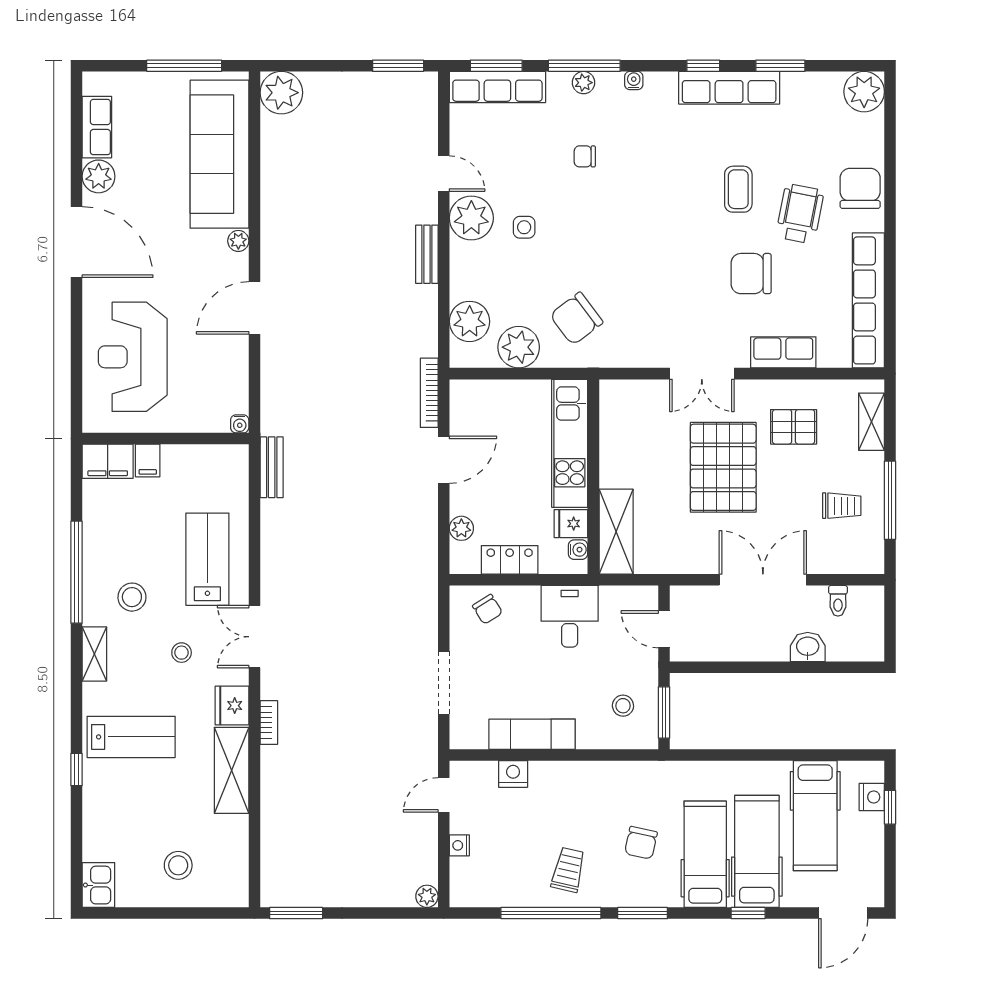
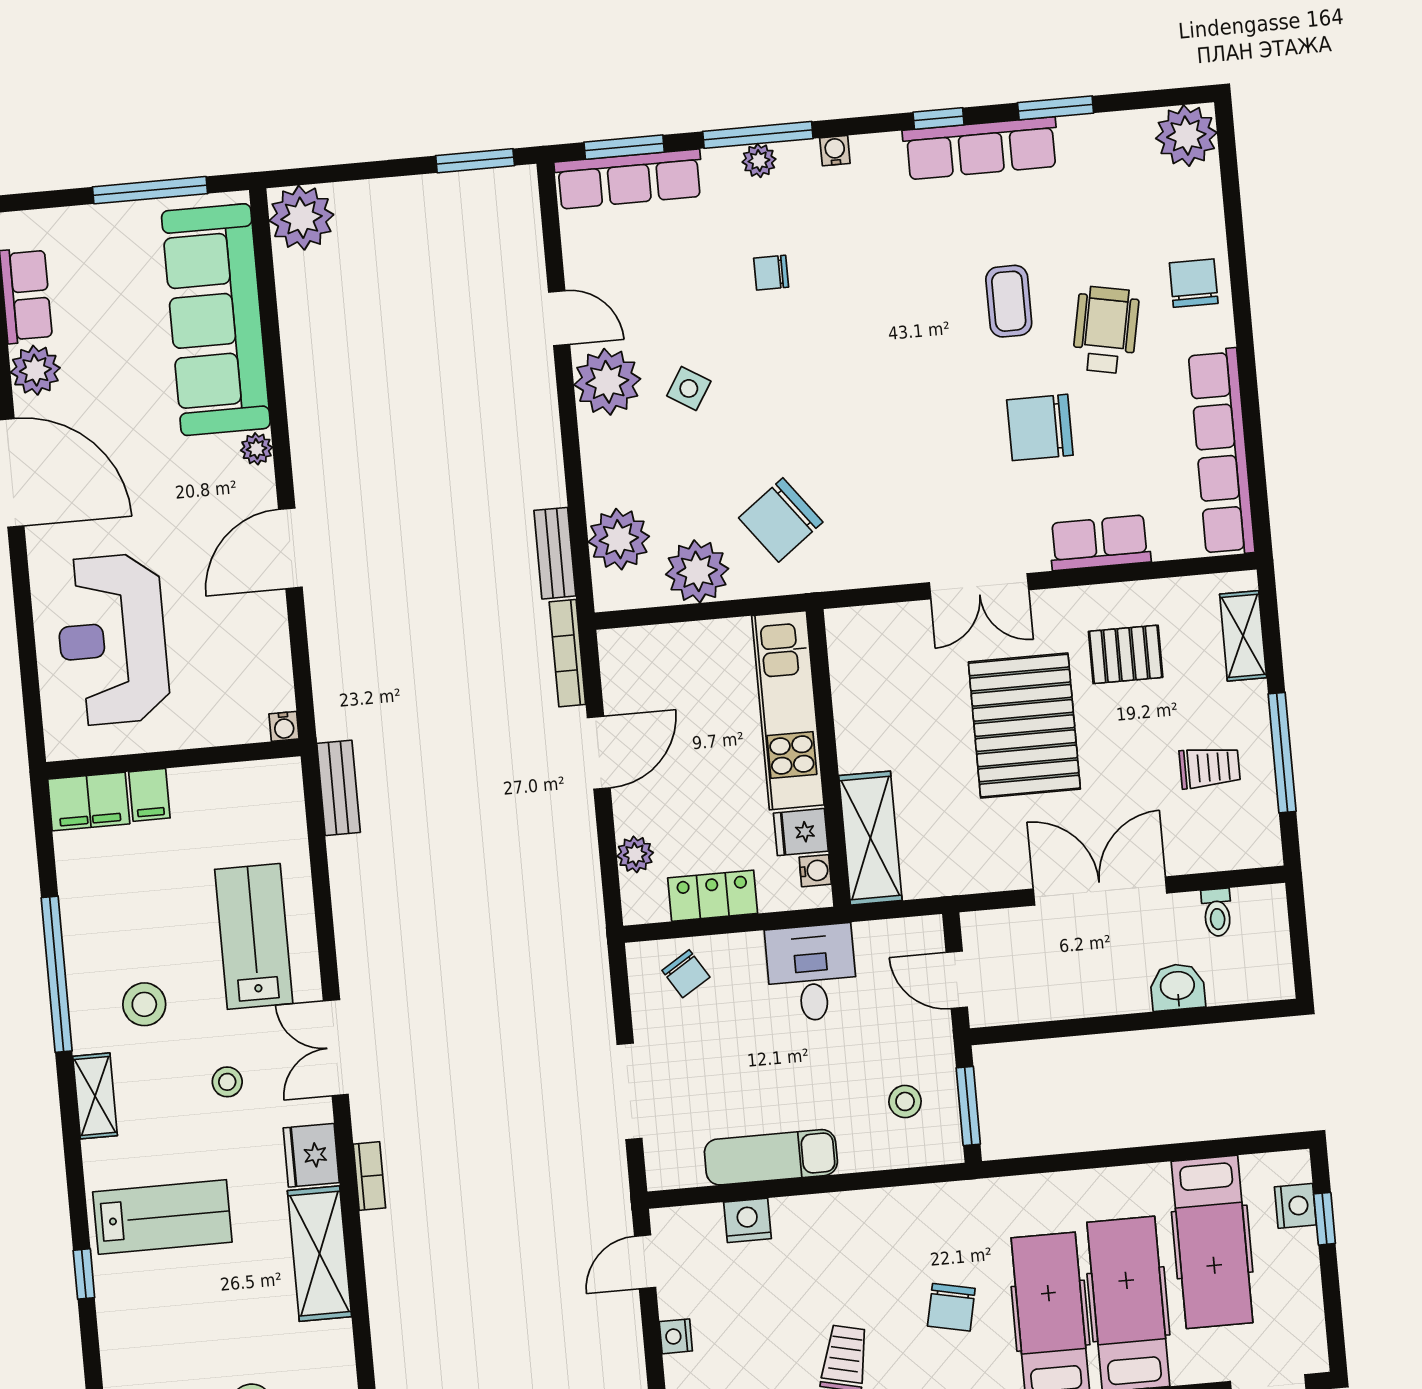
chair: (860, 188) -> (1194, 283), width x0.73, depth x0.73
side table: (524, 227) -> (689, 388), turned 32
bench: (427, 254) -> (555, 553), moved

